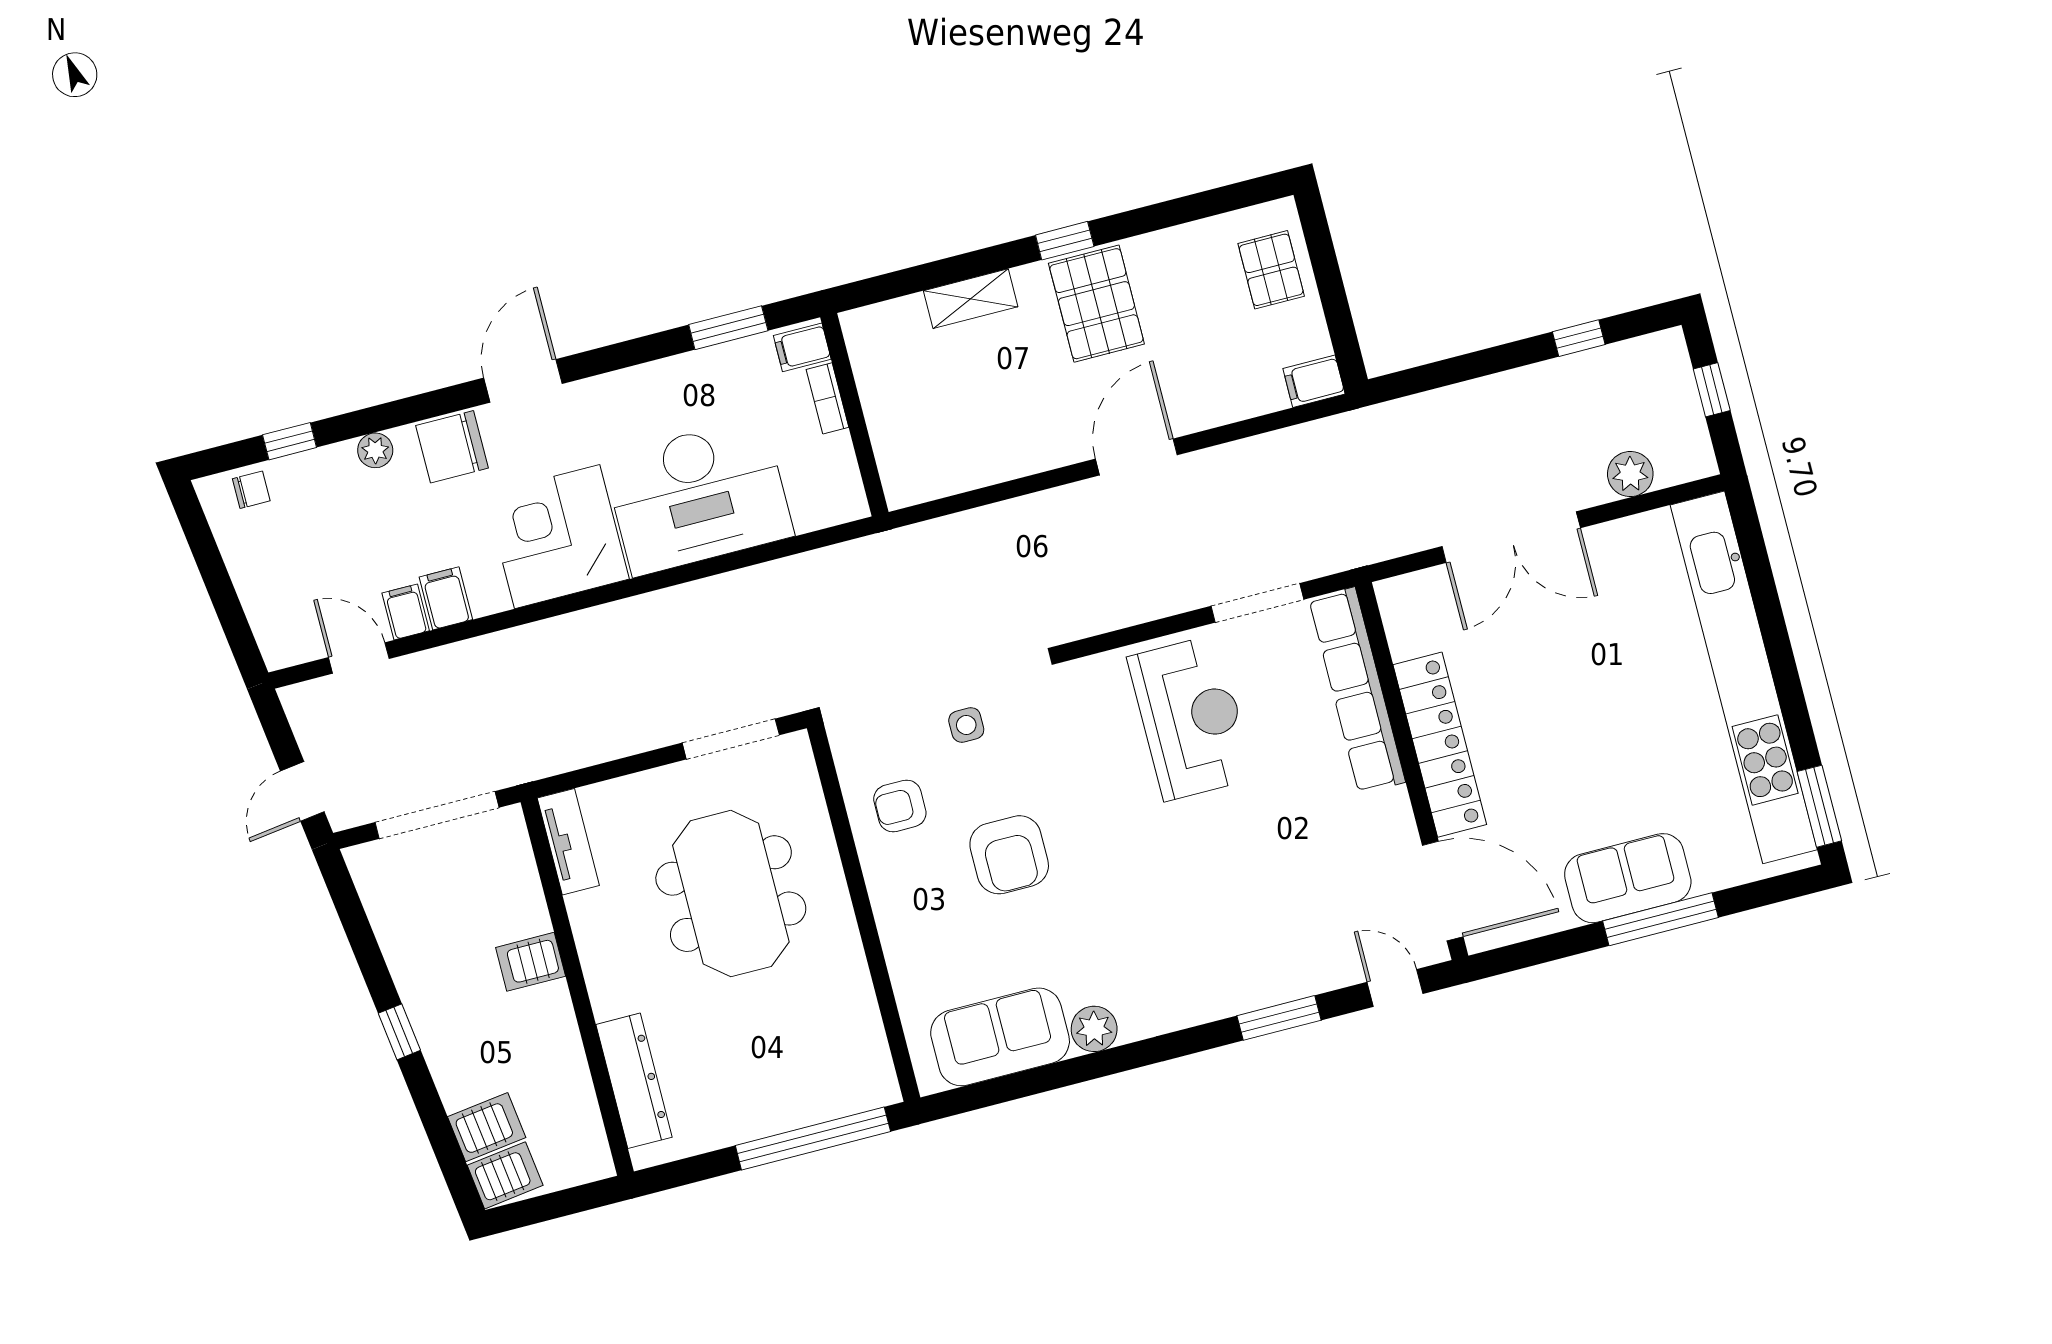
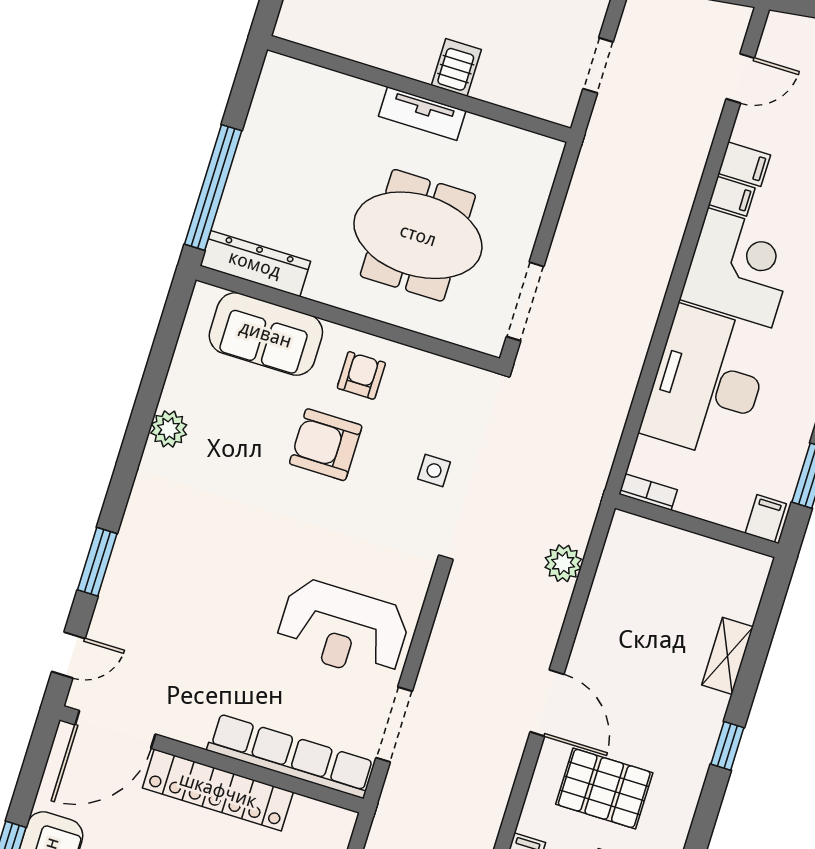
pallet: (1096, 304) -> (604, 788), moved
bookcase: (828, 398) -> (648, 492), moved
plant: (980, 530) -> (563, 563), added
filing cabinet: (406, 612) -> (732, 196), moved
armchair: (900, 806) -> (361, 375), moved
doorway: (437, 815) -> (598, 65), width x0.53
tv unit: (568, 842) -> (422, 114), moved
sofa: (1000, 1037) -> (266, 334), moved, turned 90
dresser: (634, 1081) -> (255, 264), moved, turned 180

